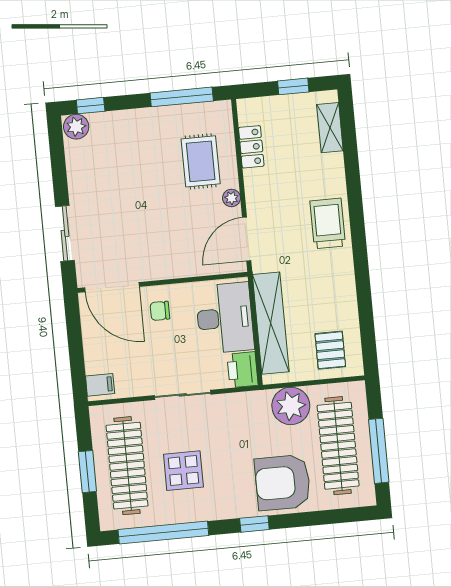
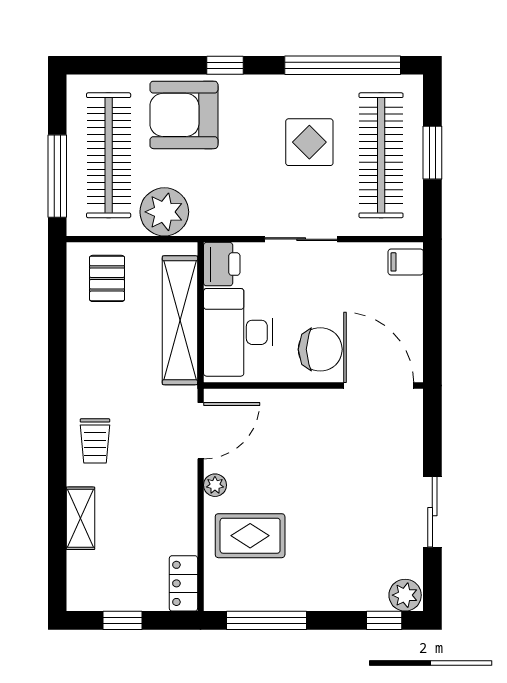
shelving: (330, 128) -> (80, 518), moved
locker: (251, 147) -> (183, 583), moved
rug: (201, 161) -> (250, 536), turned 90
trolley: (328, 223) -> (95, 441), width x0.73, depth x0.72
sliding door: (65, 233) -> (432, 512), moved
chair: (160, 311) -> (320, 349), width x1.87, depth x1.87
window: (379, 451) -> (57, 176), moved
armchair: (283, 483) -> (184, 115), turned 180

